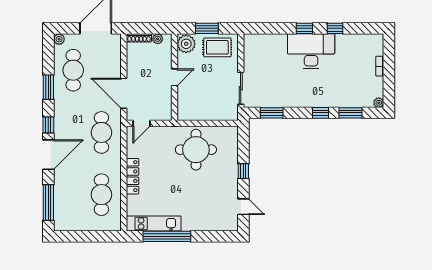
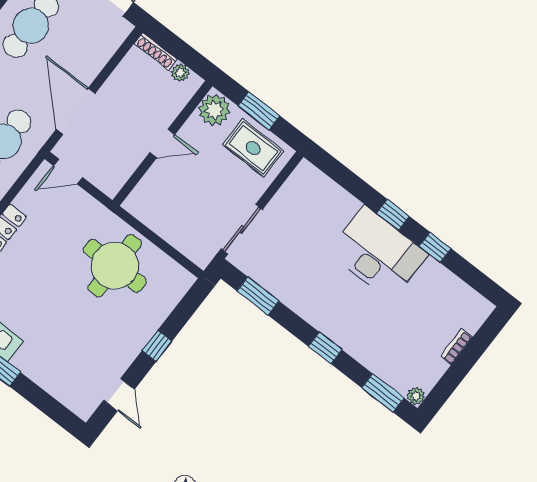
window: (350, 113) -> (383, 393), moved

